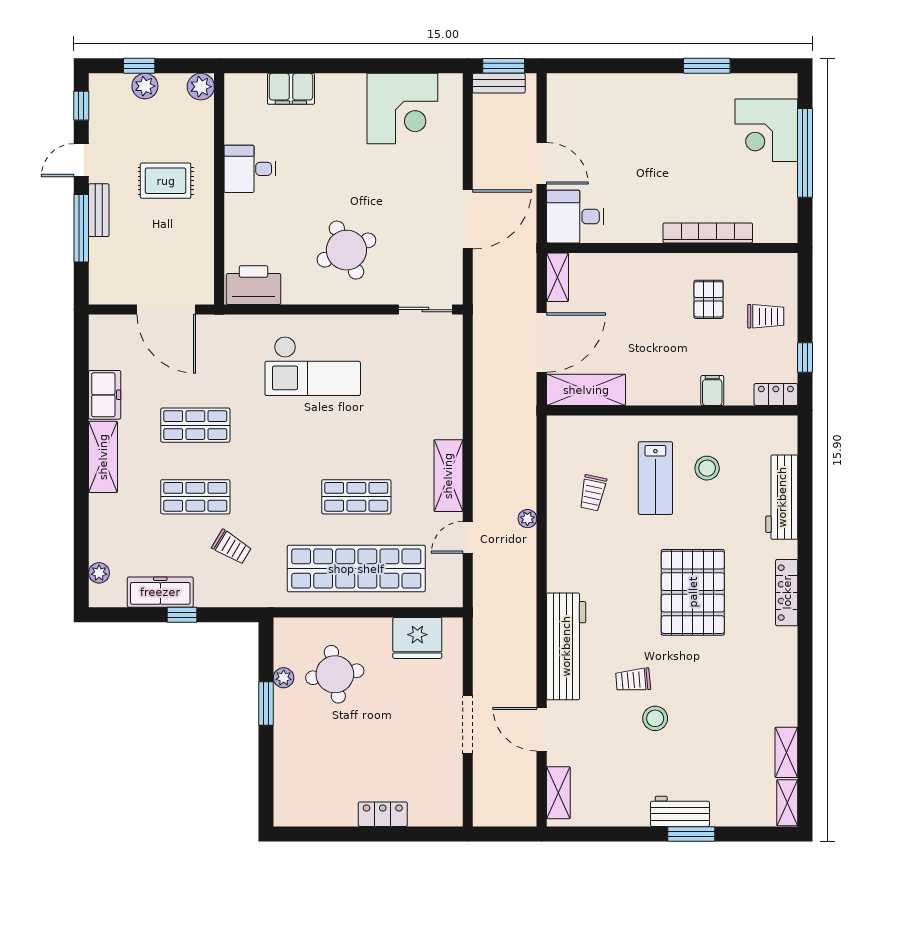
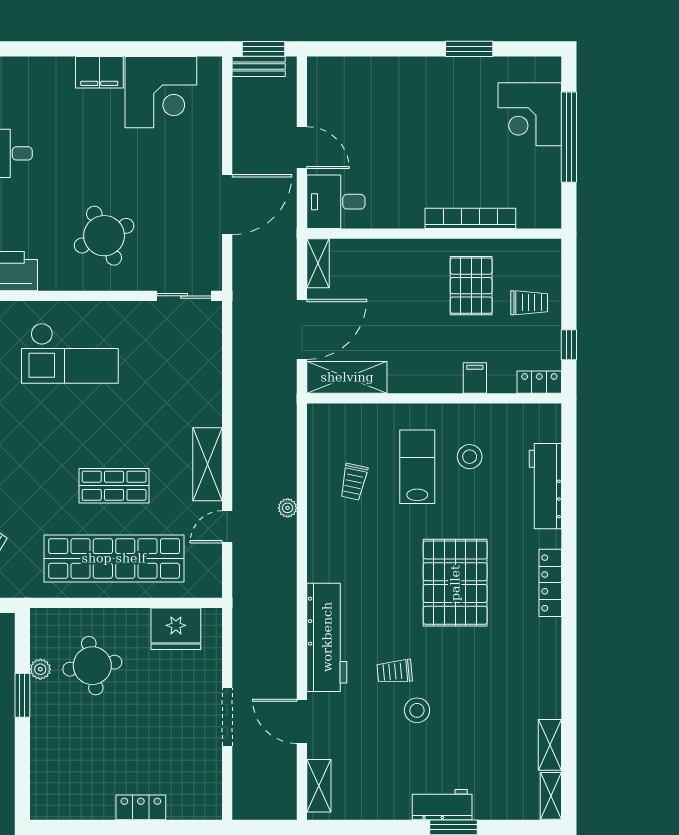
filing cabinet: (291, 89) -> (99, 72), moved
pallet: (709, 299) -> (471, 286), width x1.50, depth x1.42
lab bench: (655, 478) -> (417, 467), turned 180

